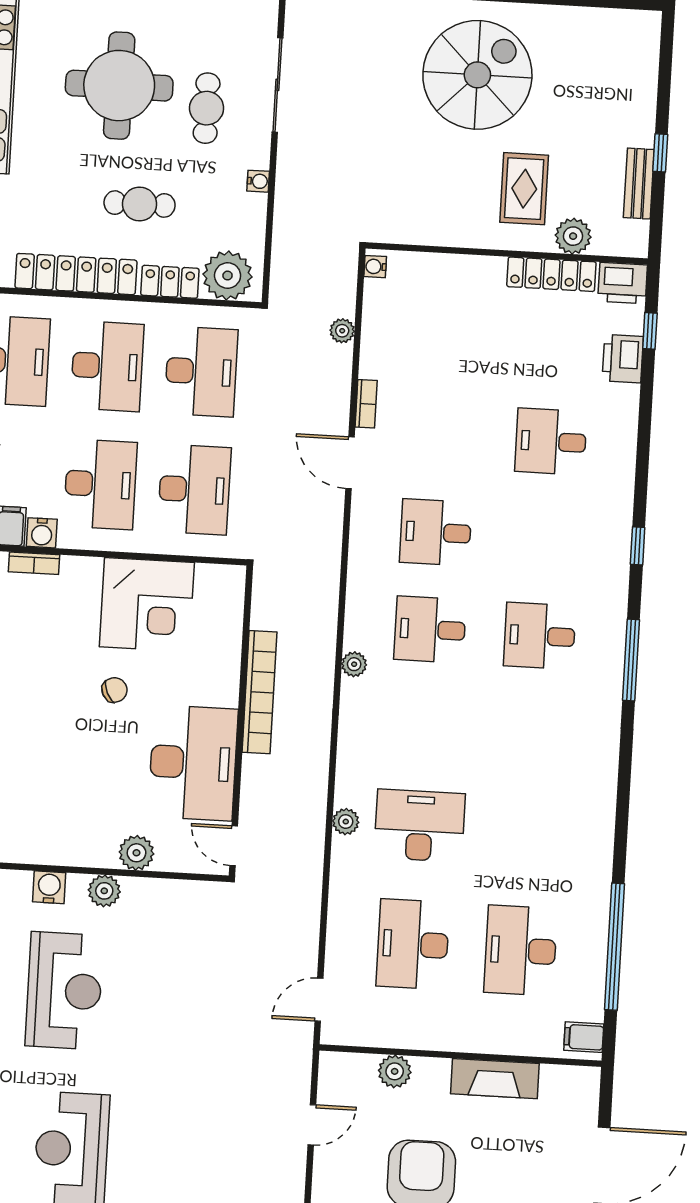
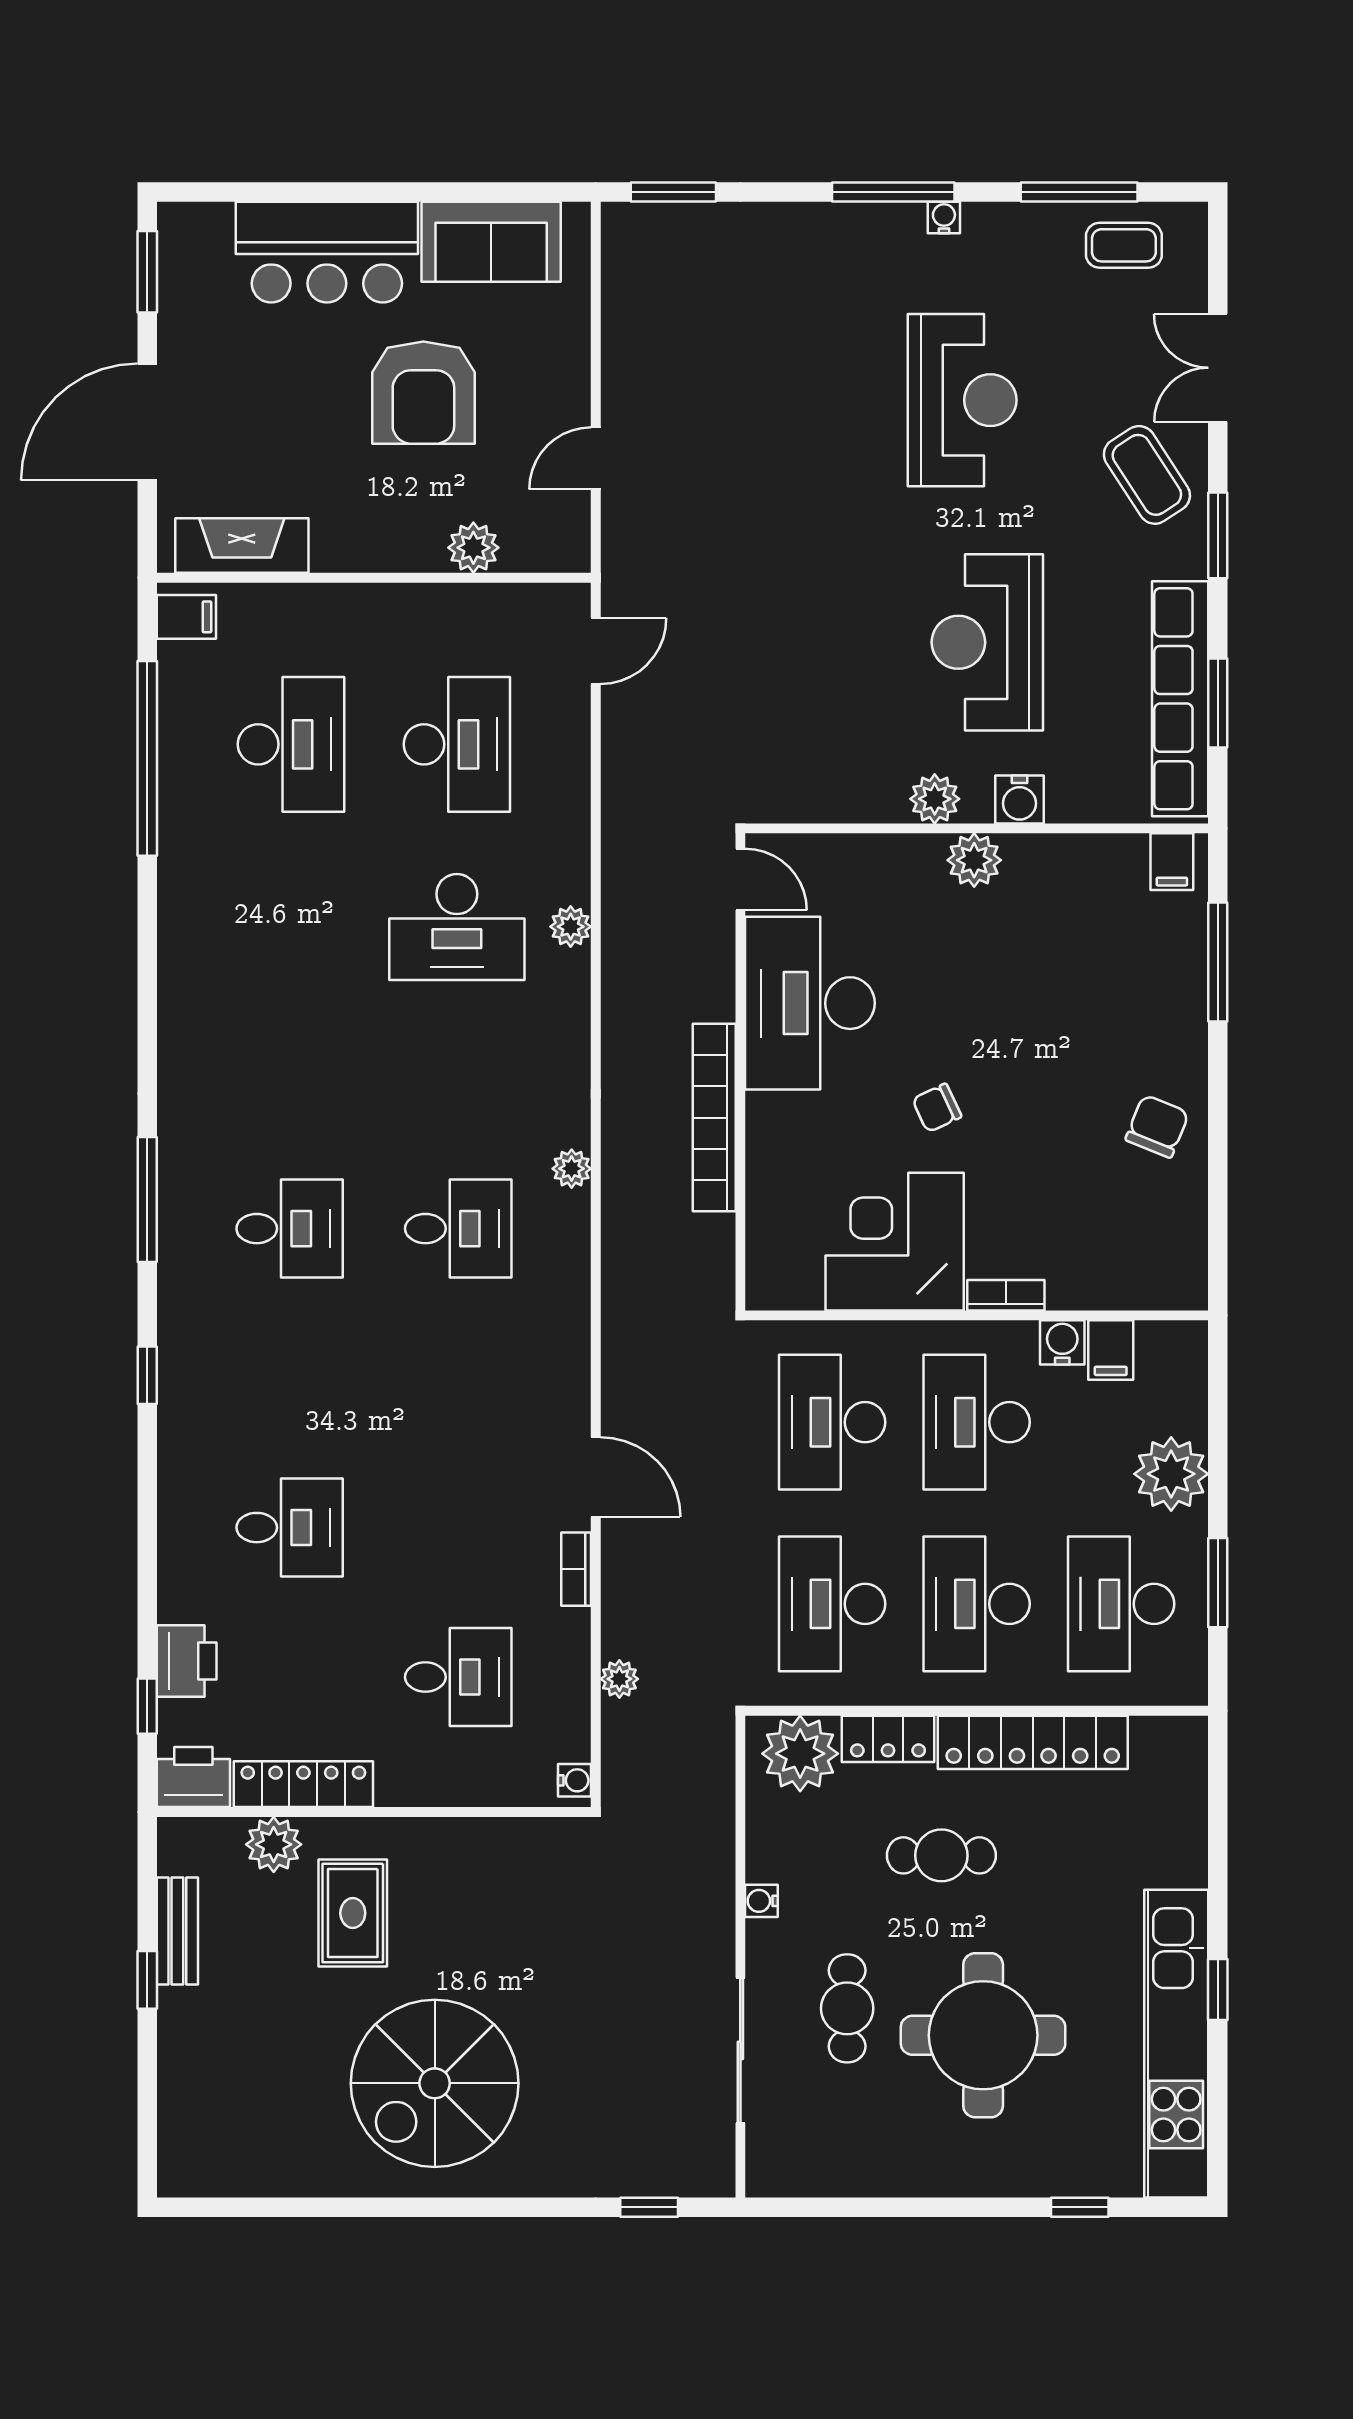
desk: (436, 532) -> (458, 1677), moved
bookcase: (34, 563) -> (1006, 1295), moved
plant: (136, 853) -> (974, 860), moved
fireplace: (495, 1079) -> (242, 546), moved

